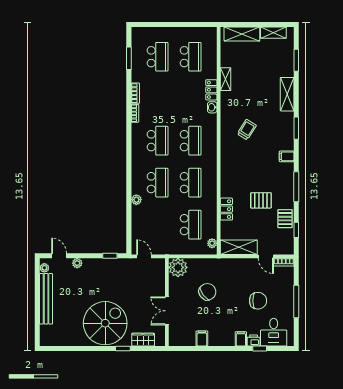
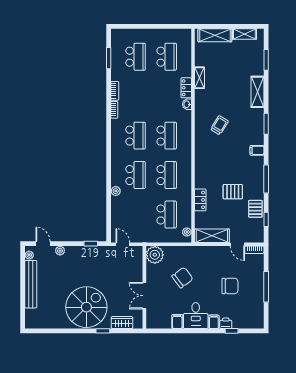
desk: (274, 332) -> (196, 316), moved

